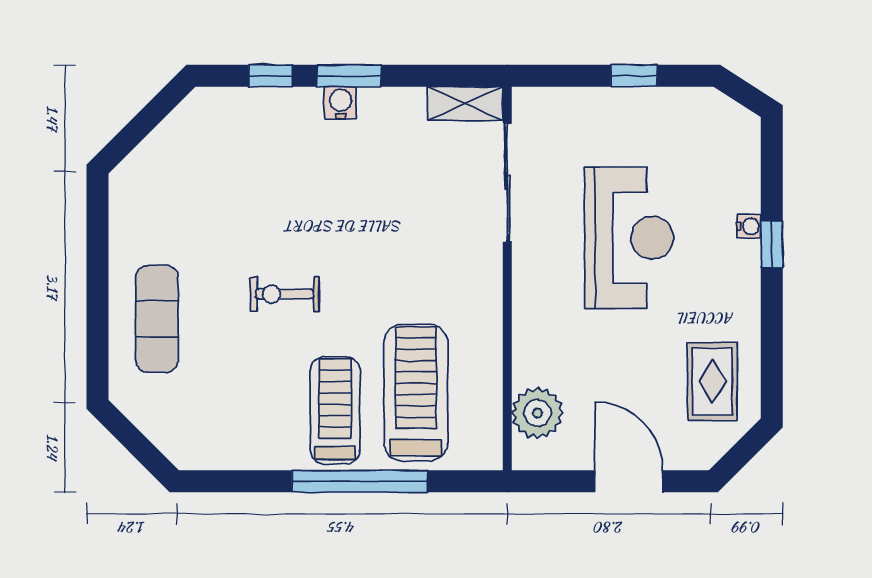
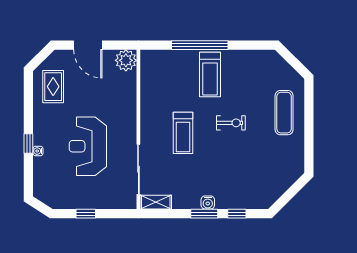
treadmill: (416, 393) -> (183, 133), moved, width x0.73, depth x0.73
plant: (537, 413) -> (126, 60), moved

